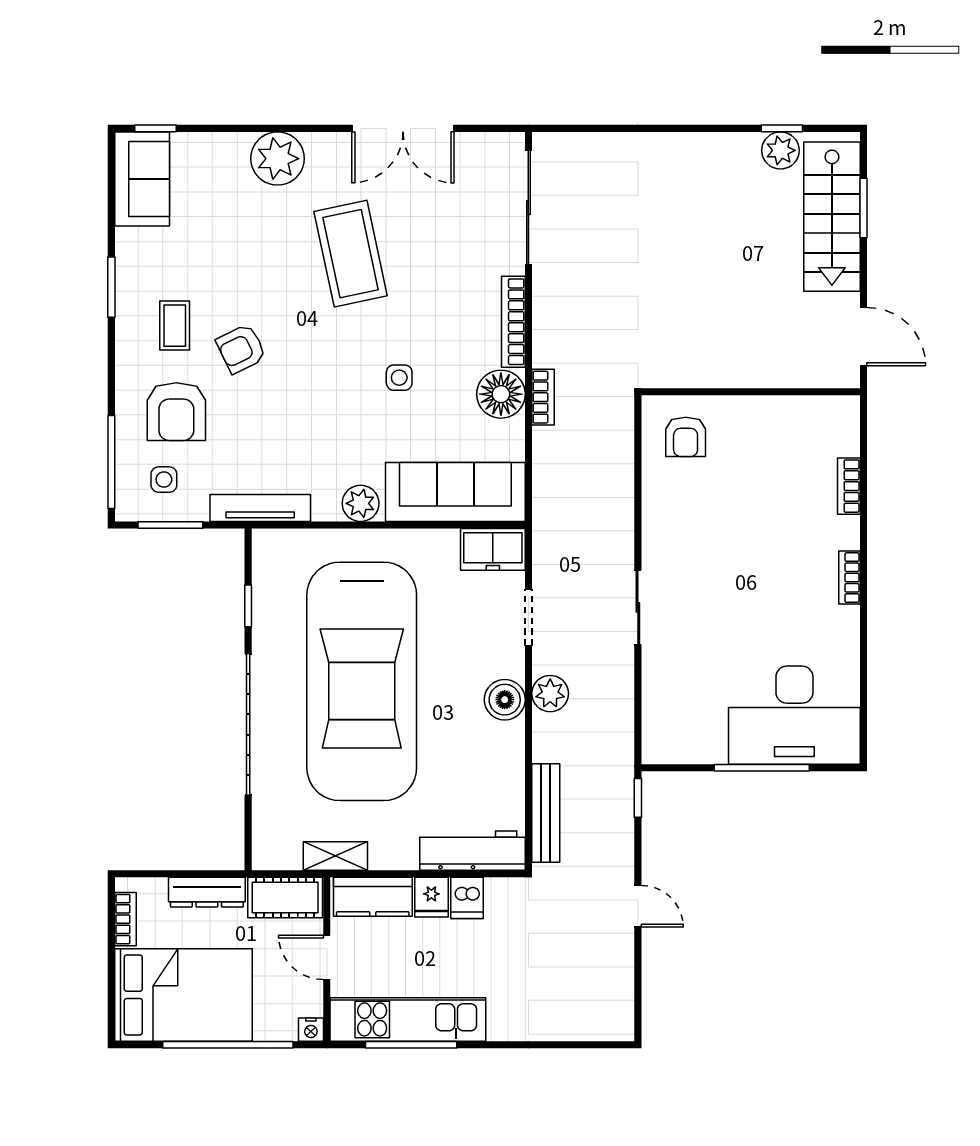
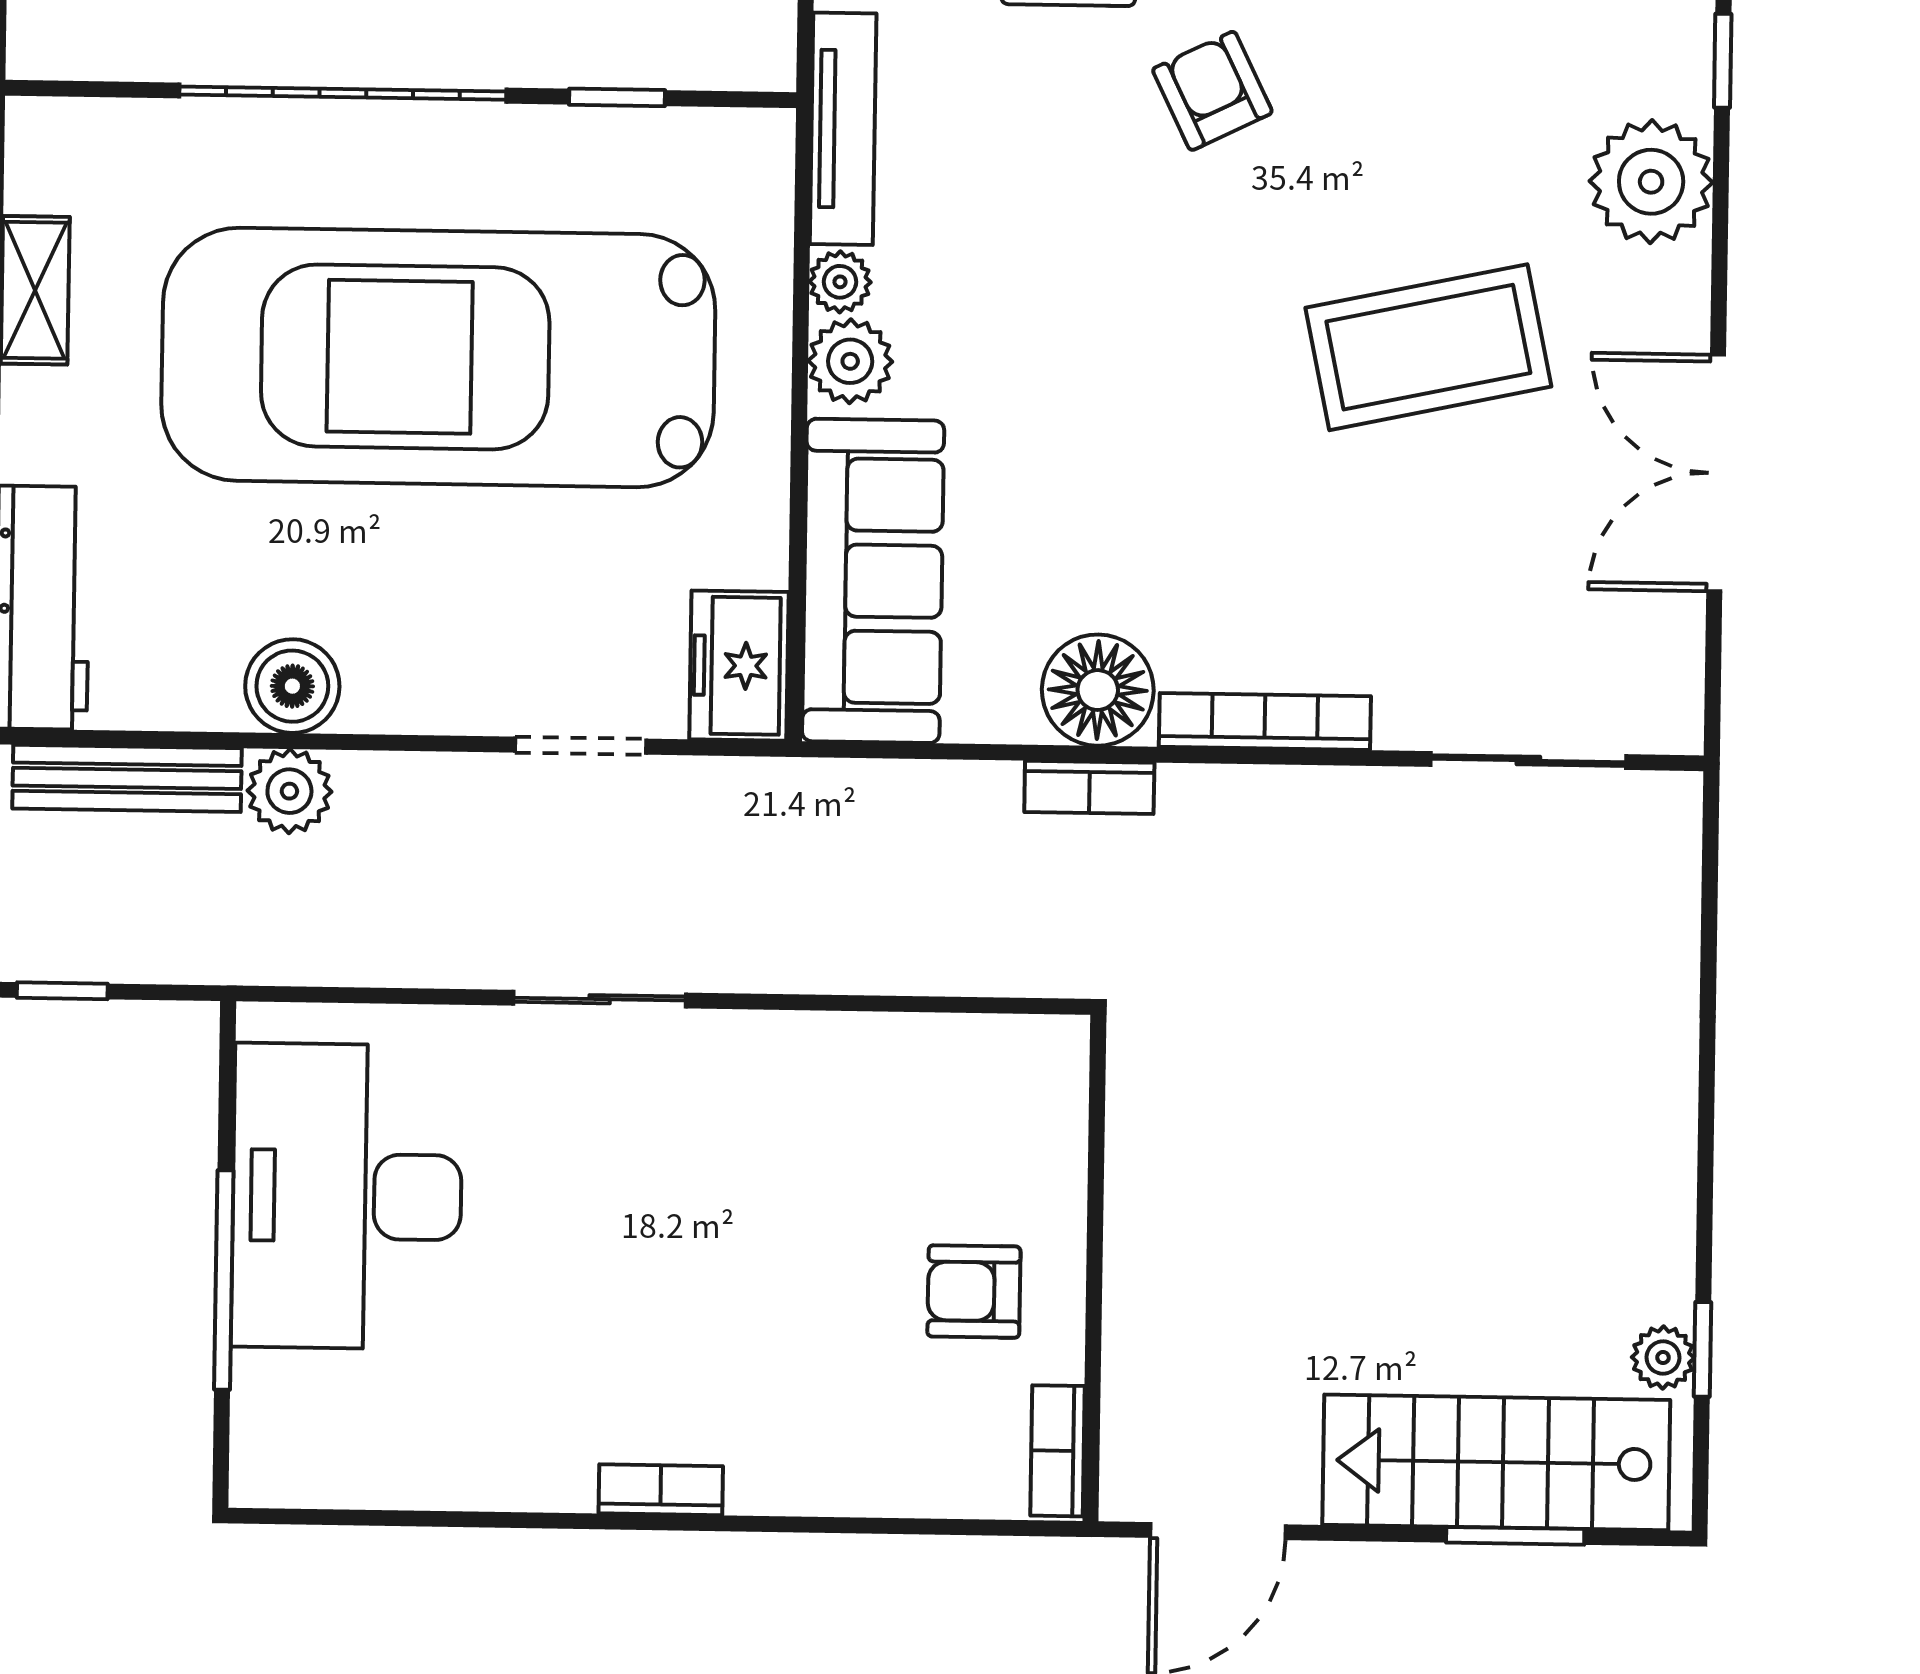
window: (225, 128) -> (1723, 61), added
plant: (780, 150) -> (1663, 1358), width x0.73, depth x0.73
sliding door: (528, 208) -> (1528, 761), width x0.73
side table: (399, 378) -> (1140, 455), removed
armchair: (686, 437) -> (974, 1292), moved
bookcase: (849, 486) -> (1057, 1451), moved, turned -90
plant: (326, 508) -> (840, 282), added
plant: (550, 694) -> (289, 791), moved
boiler: (505, 700) -> (292, 686), moved
desk: (794, 715) -> (347, 1196), moved
window: (638, 798) -> (62, 991), moved

